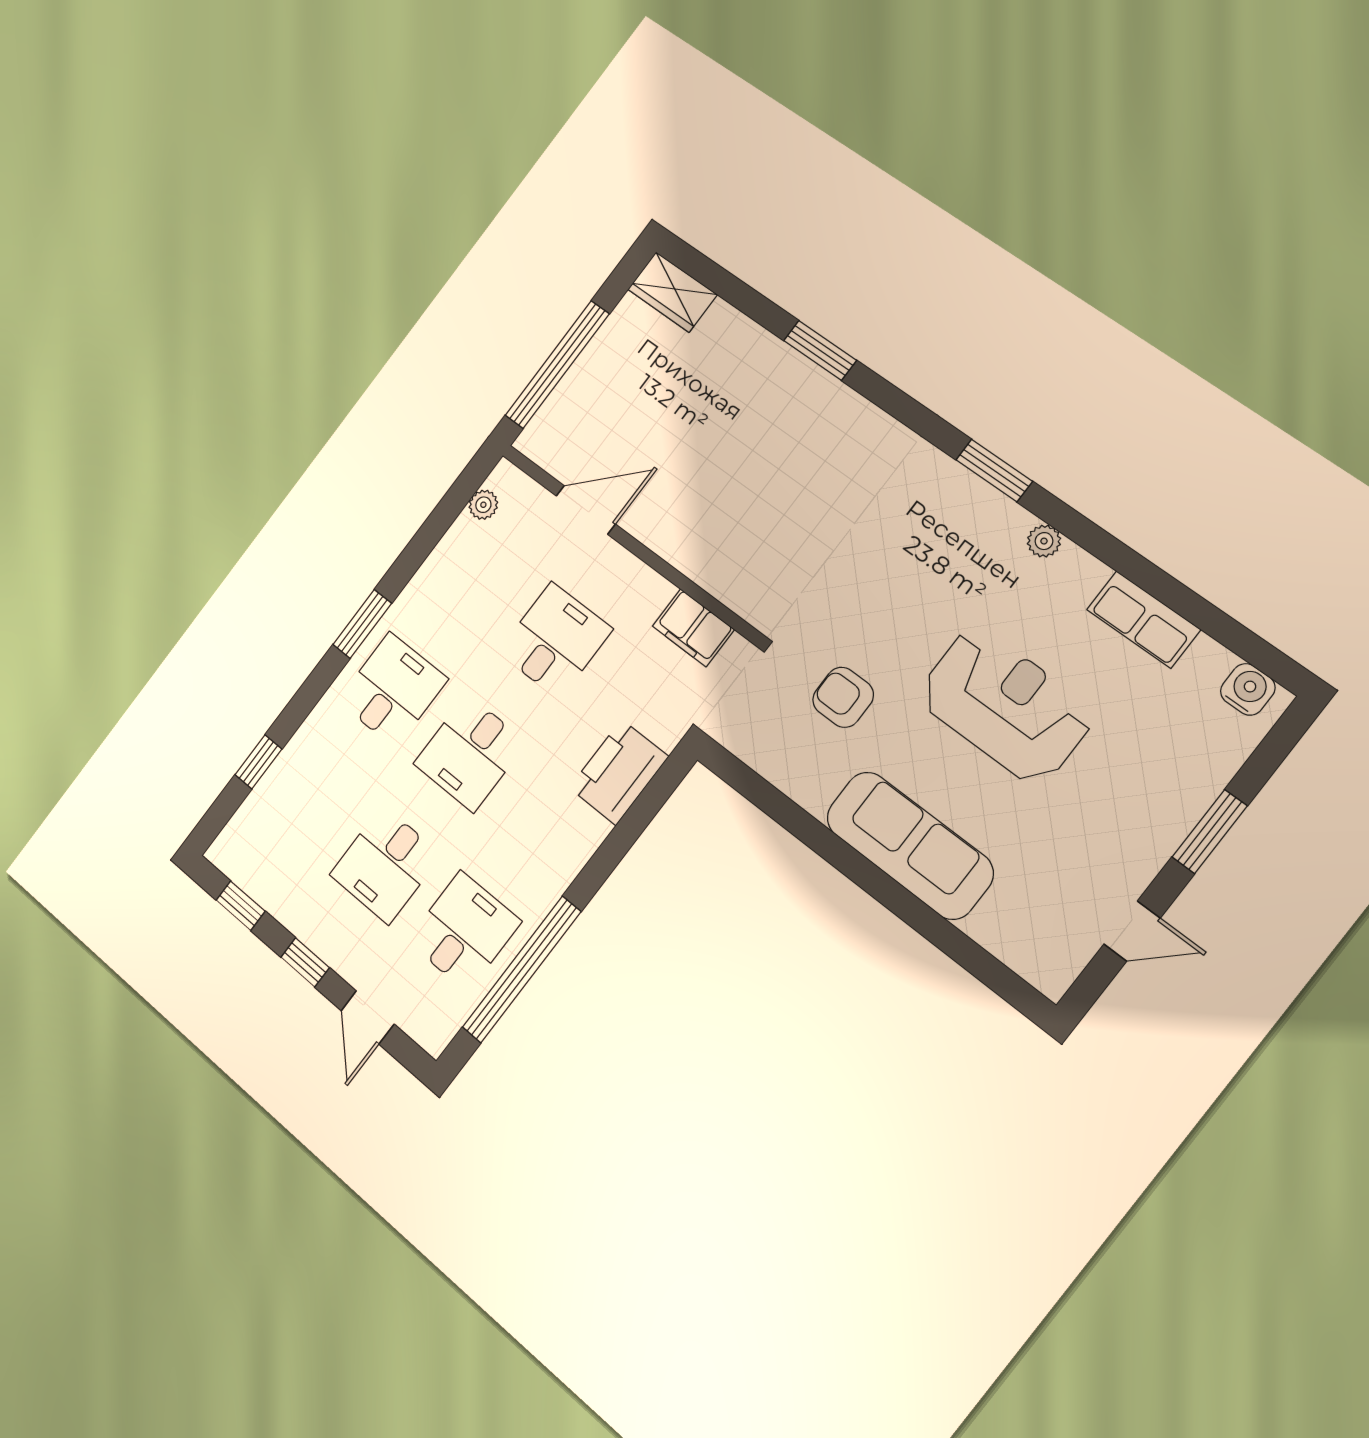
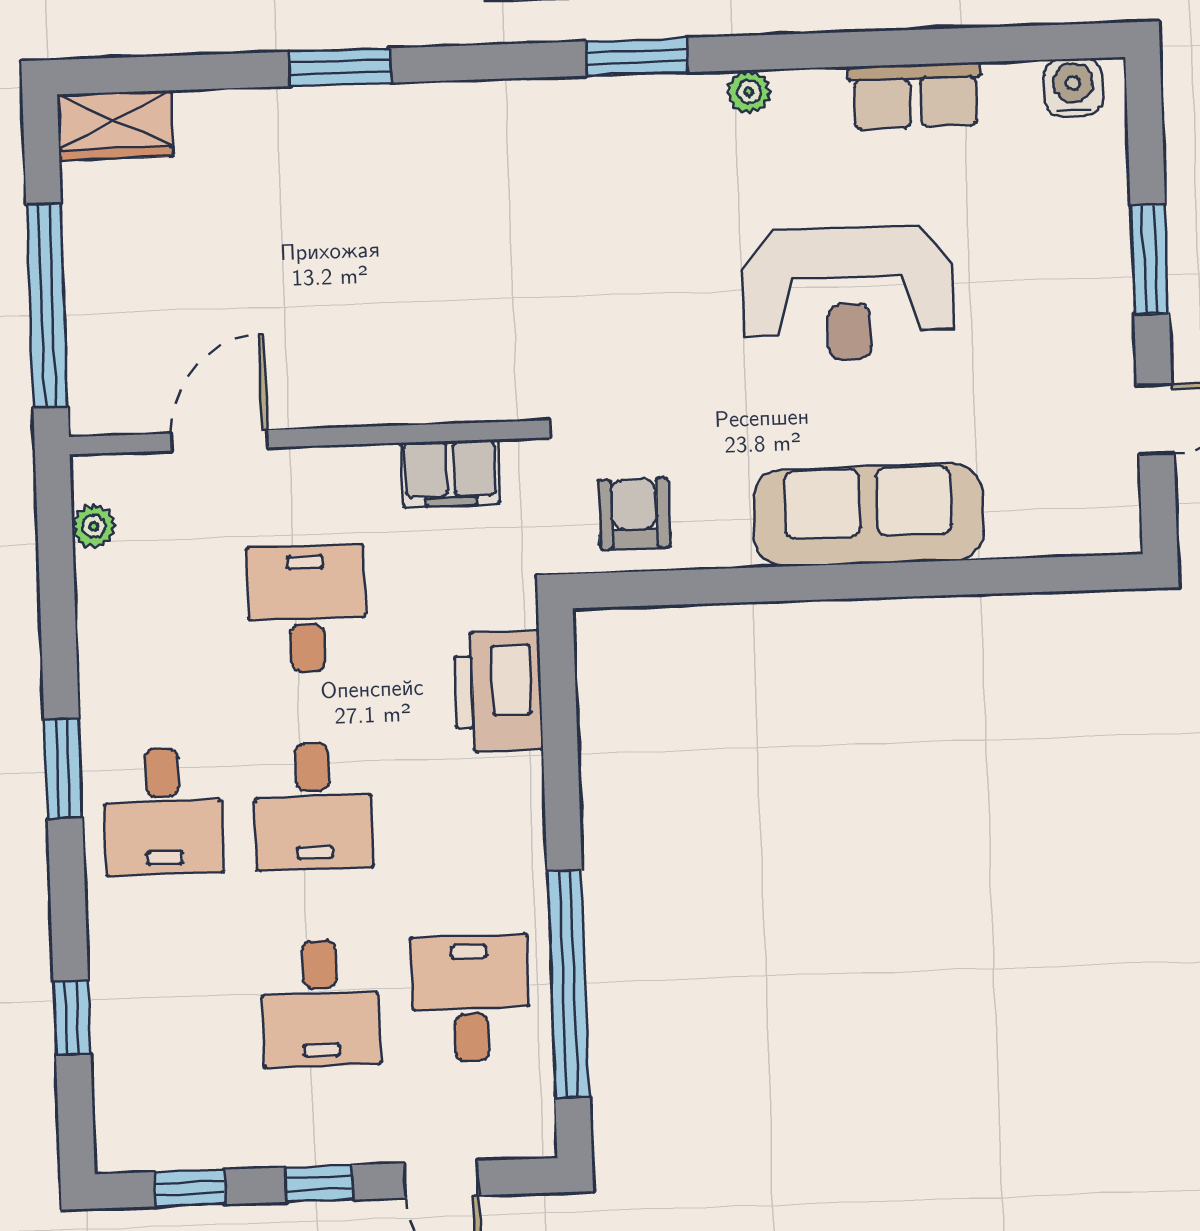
desk: (393, 690) -> (163, 811), turned 180
armchair: (843, 697) -> (634, 514), moved, turned 90
reception desk: (1005, 705) -> (848, 293), turned 180

